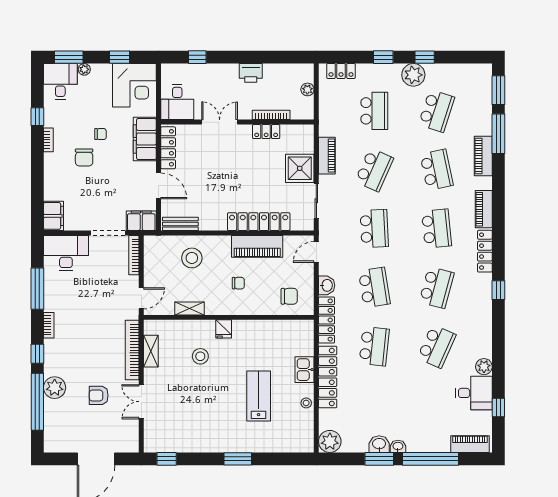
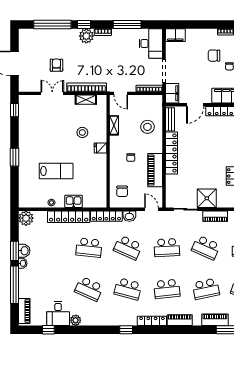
locker: (259, 222) -> (172, 153), moved
school desk: (374, 287) -> (128, 248), turned 33
plant: (55, 388) -> (86, 36), moved

